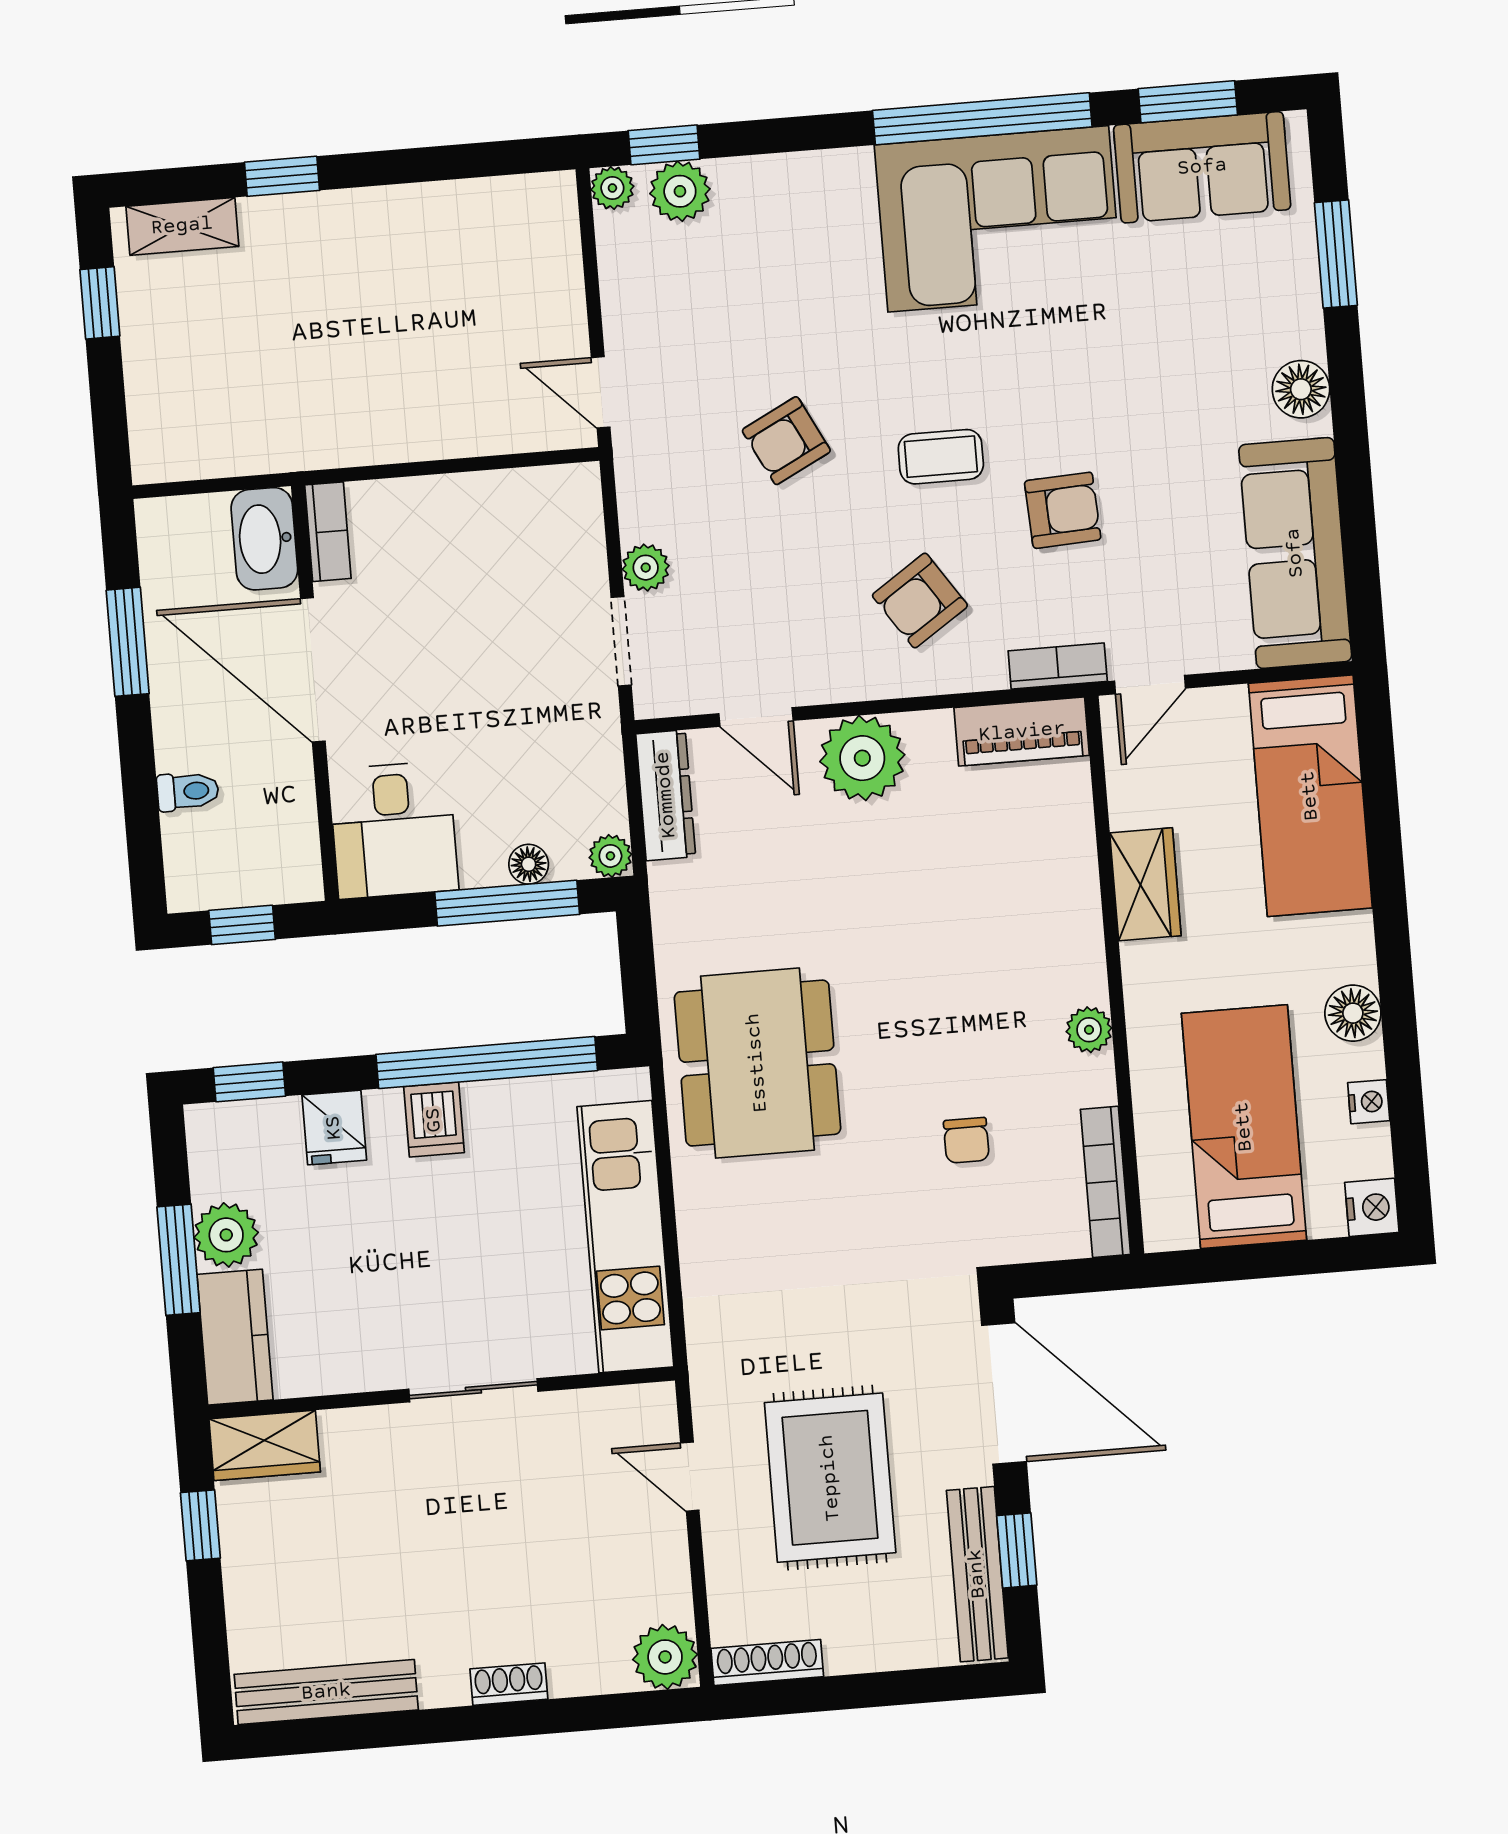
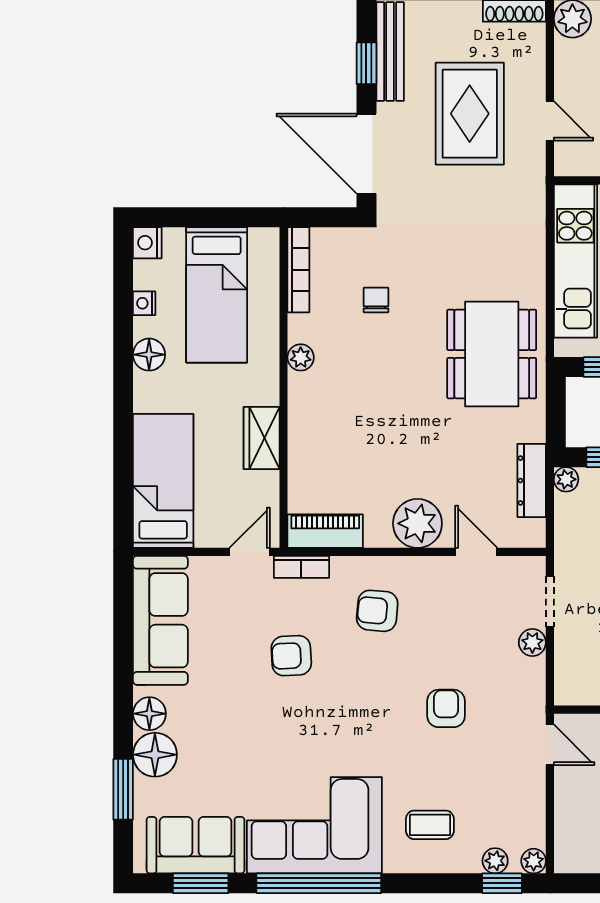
plant: (680, 191) -> (495, 861), width x0.73, depth x0.73
floor lamp: (1285, 319) -> (155, 755), added
armchair: (786, 441) -> (446, 708), turned -63
coffee table: (941, 457) -> (430, 825), moved
armchair: (920, 601) -> (377, 611), turned -141
dresser: (666, 795) -> (532, 481), moved

